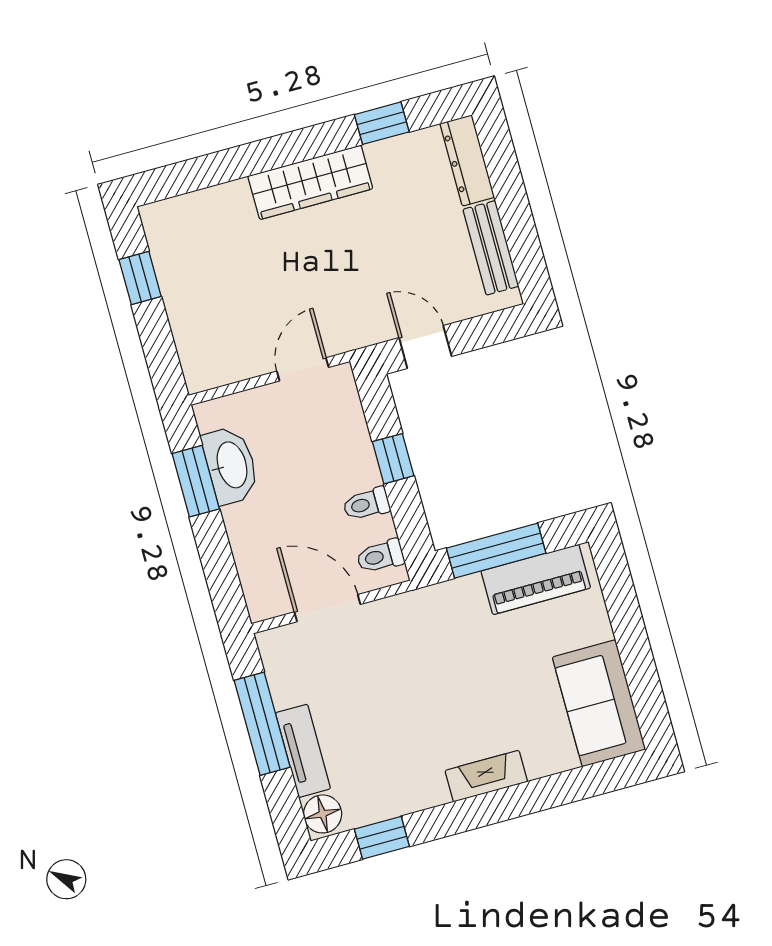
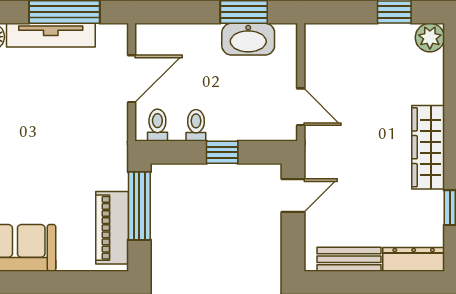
plant: (161, 220) -> (430, 38), added
tv unit: (303, 751) -> (51, 35), width x1.41

